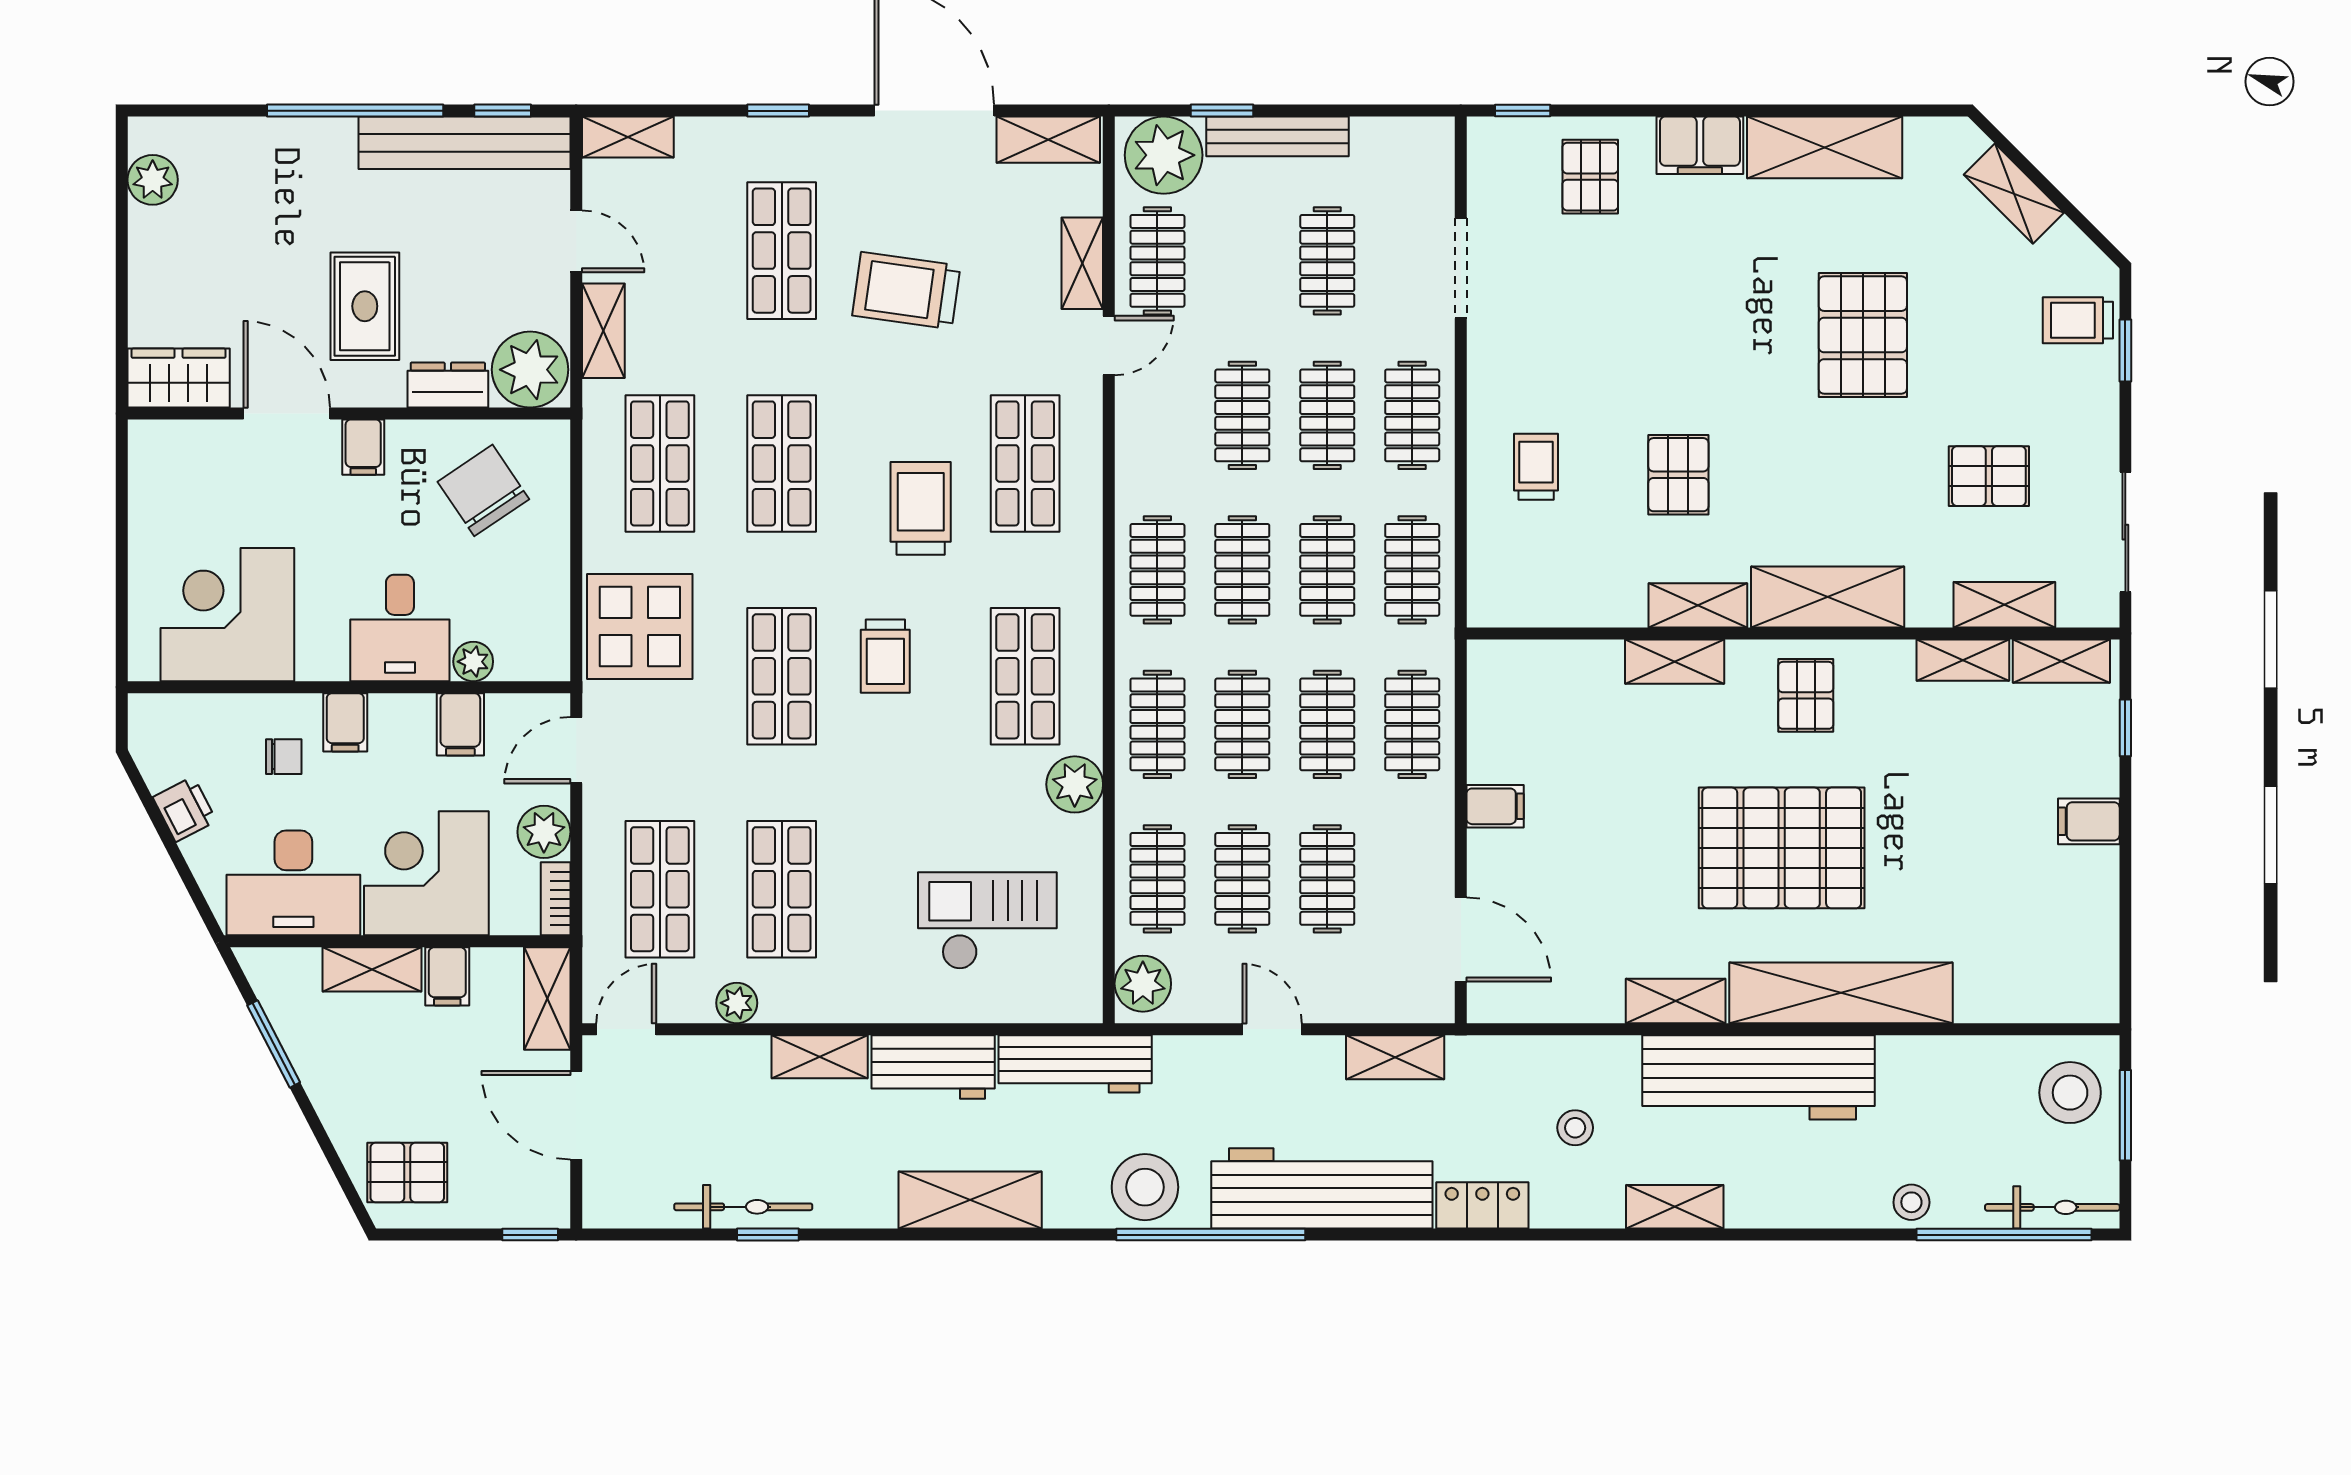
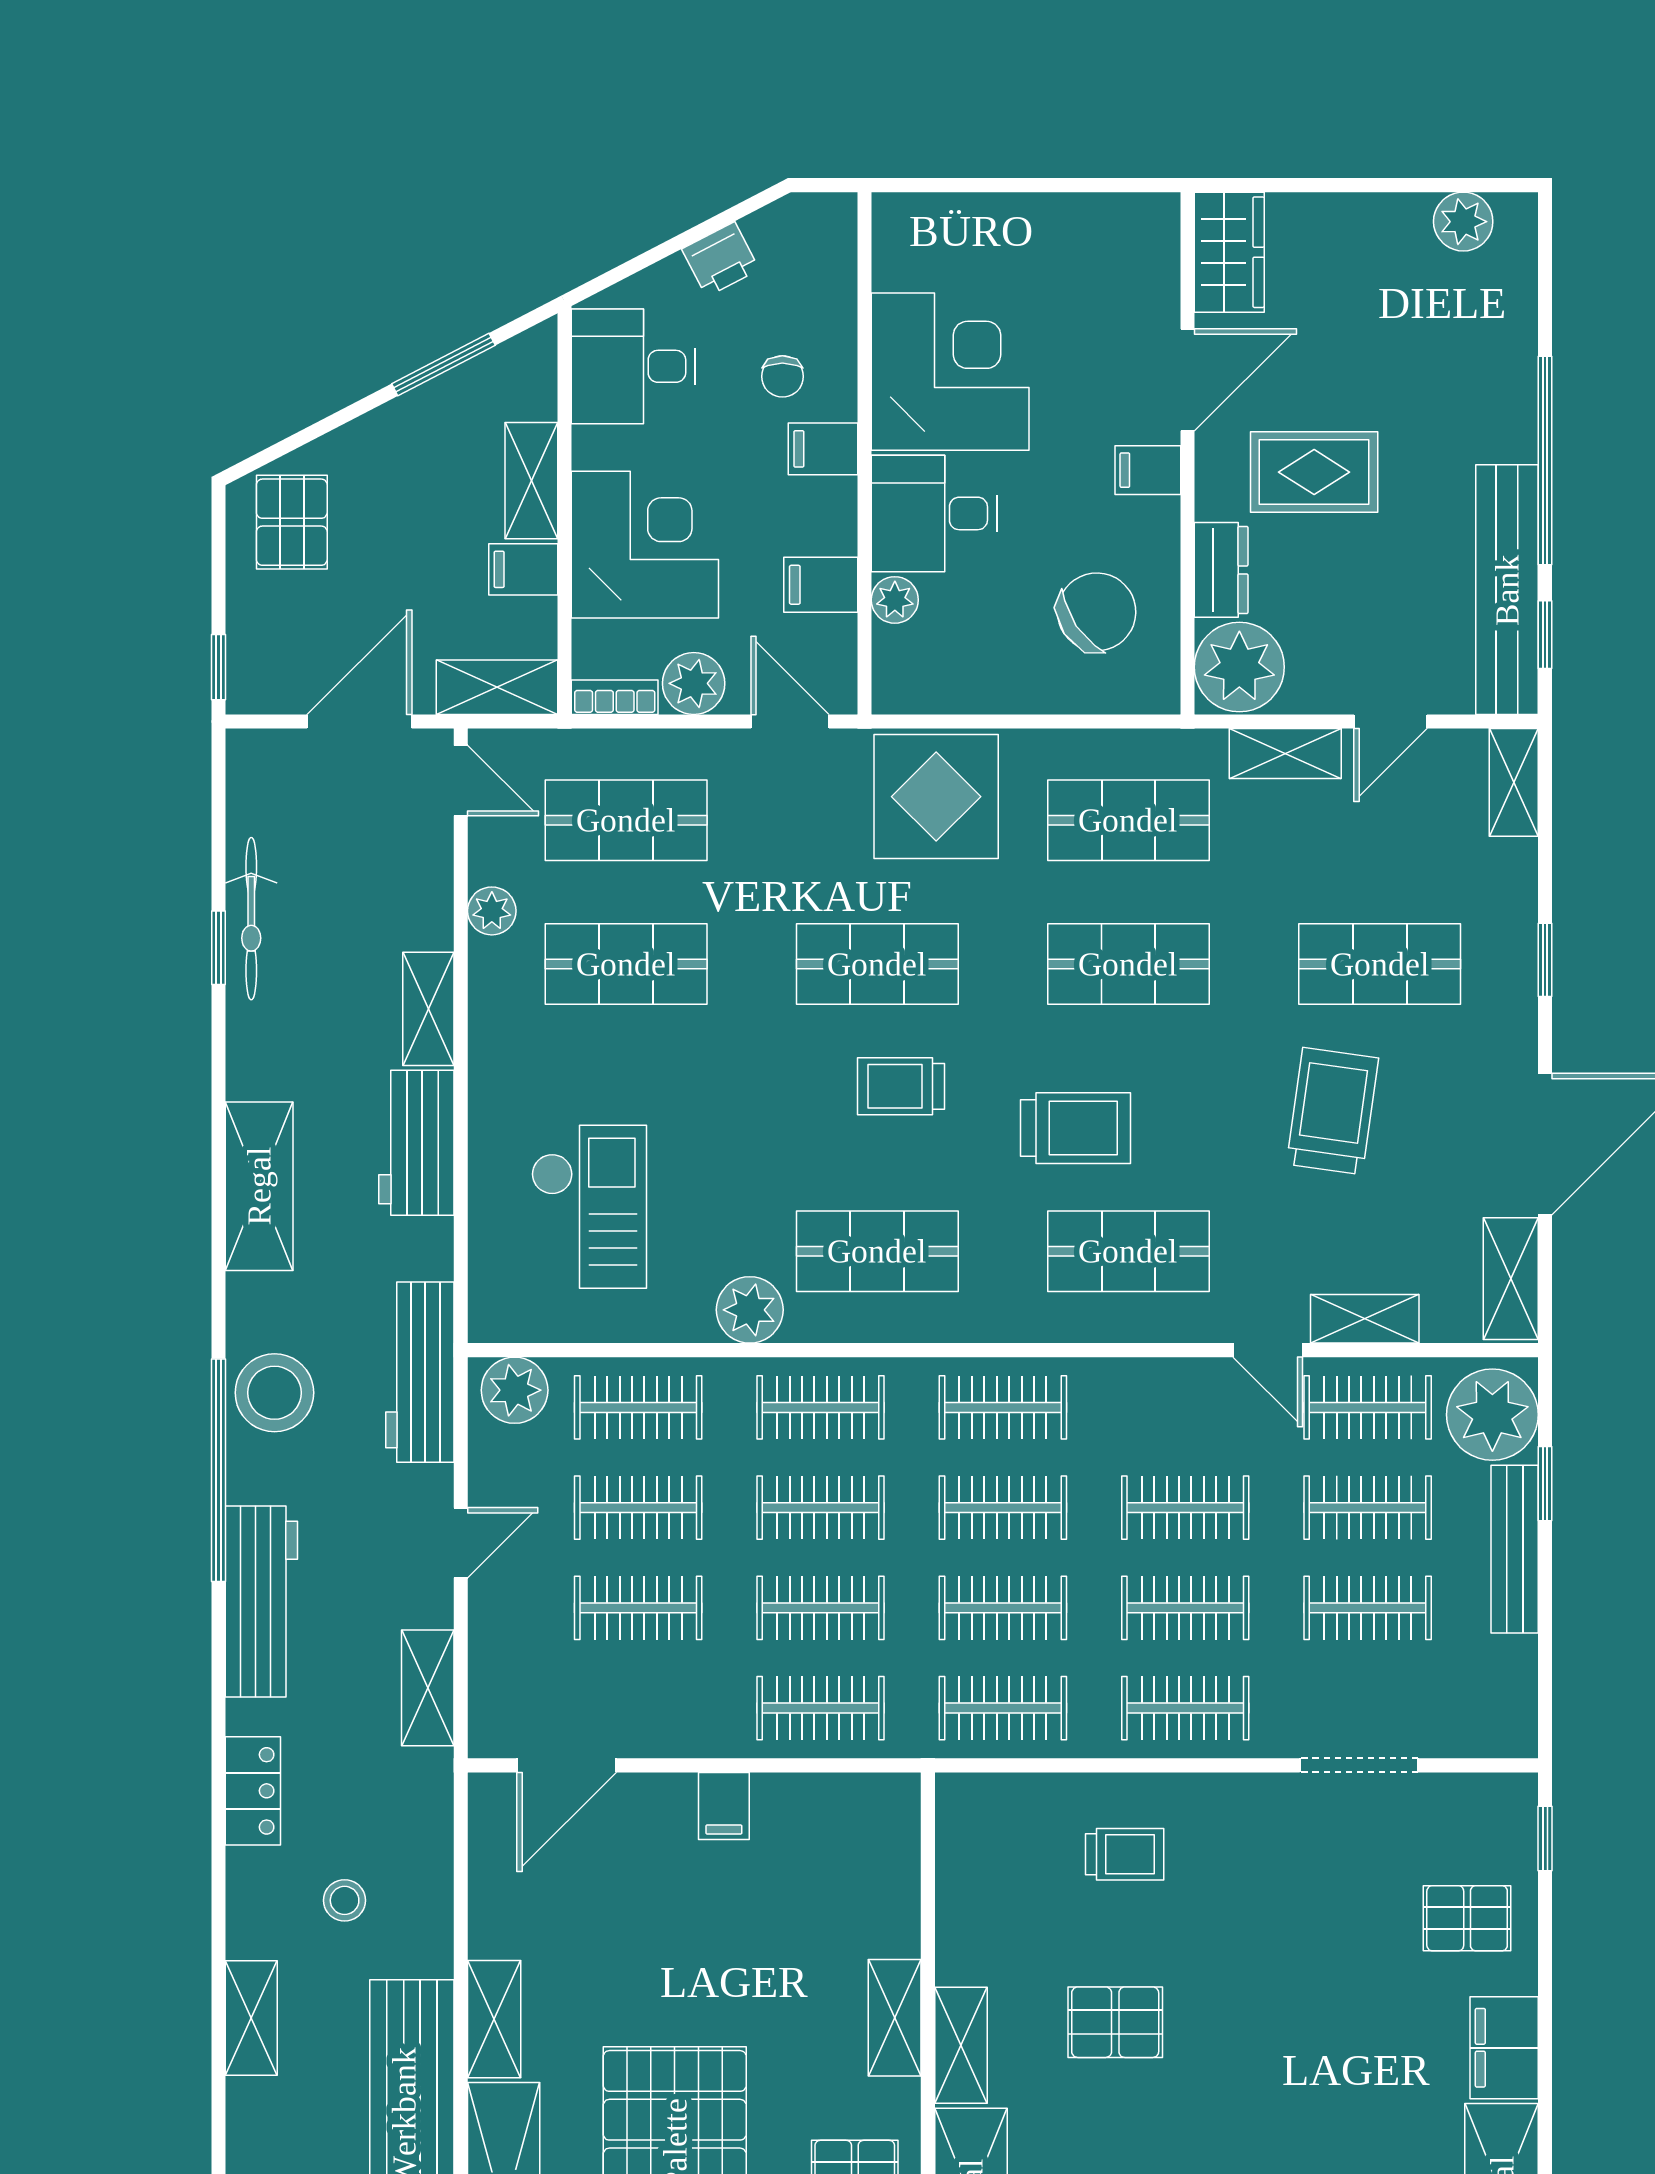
clothes rail: (1242, 261) -> (1368, 1508), added
corner desk: (227, 615) -> (950, 372), moved
desk: (293, 883) -> (633, 366), width x0.73
workbench: (1075, 1064) -> (420, 1372), moved
workbench: (1322, 1188) -> (261, 1602), width x0.73, depth x0.76

